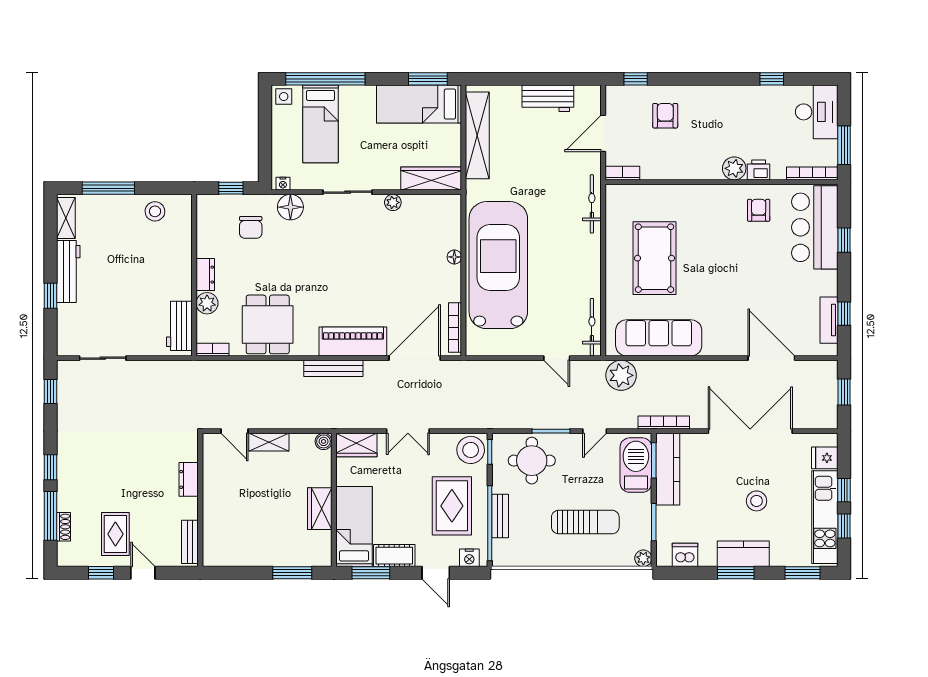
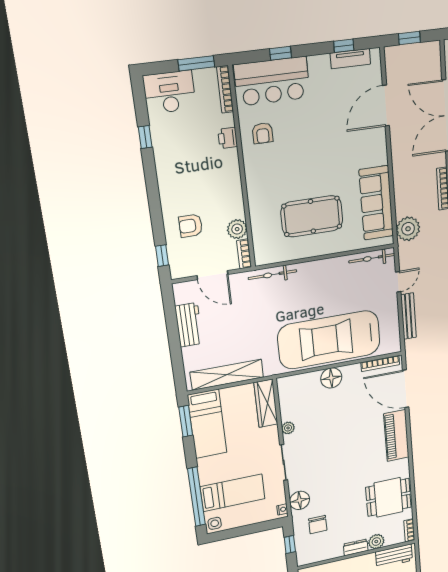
plant: (734, 168) -> (237, 229), moved
armchair: (759, 210) -> (263, 133), turned -90
chair: (251, 227) -> (318, 525), turned 90
floor lamp: (454, 257) -> (331, 378), width x1.89, depth x1.89
bench: (333, 368) -> (409, 316), moved

